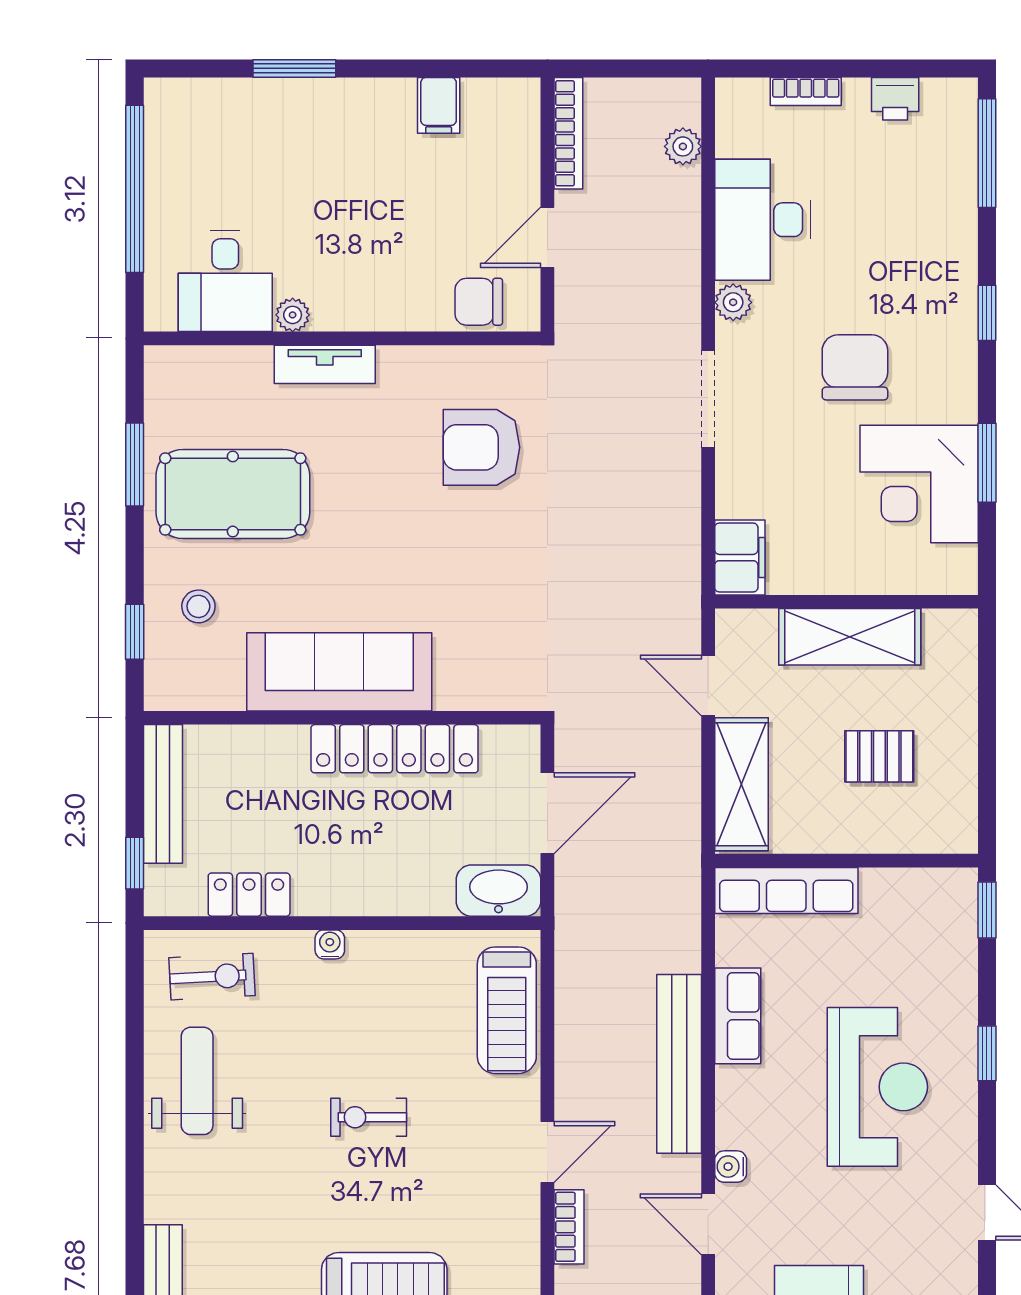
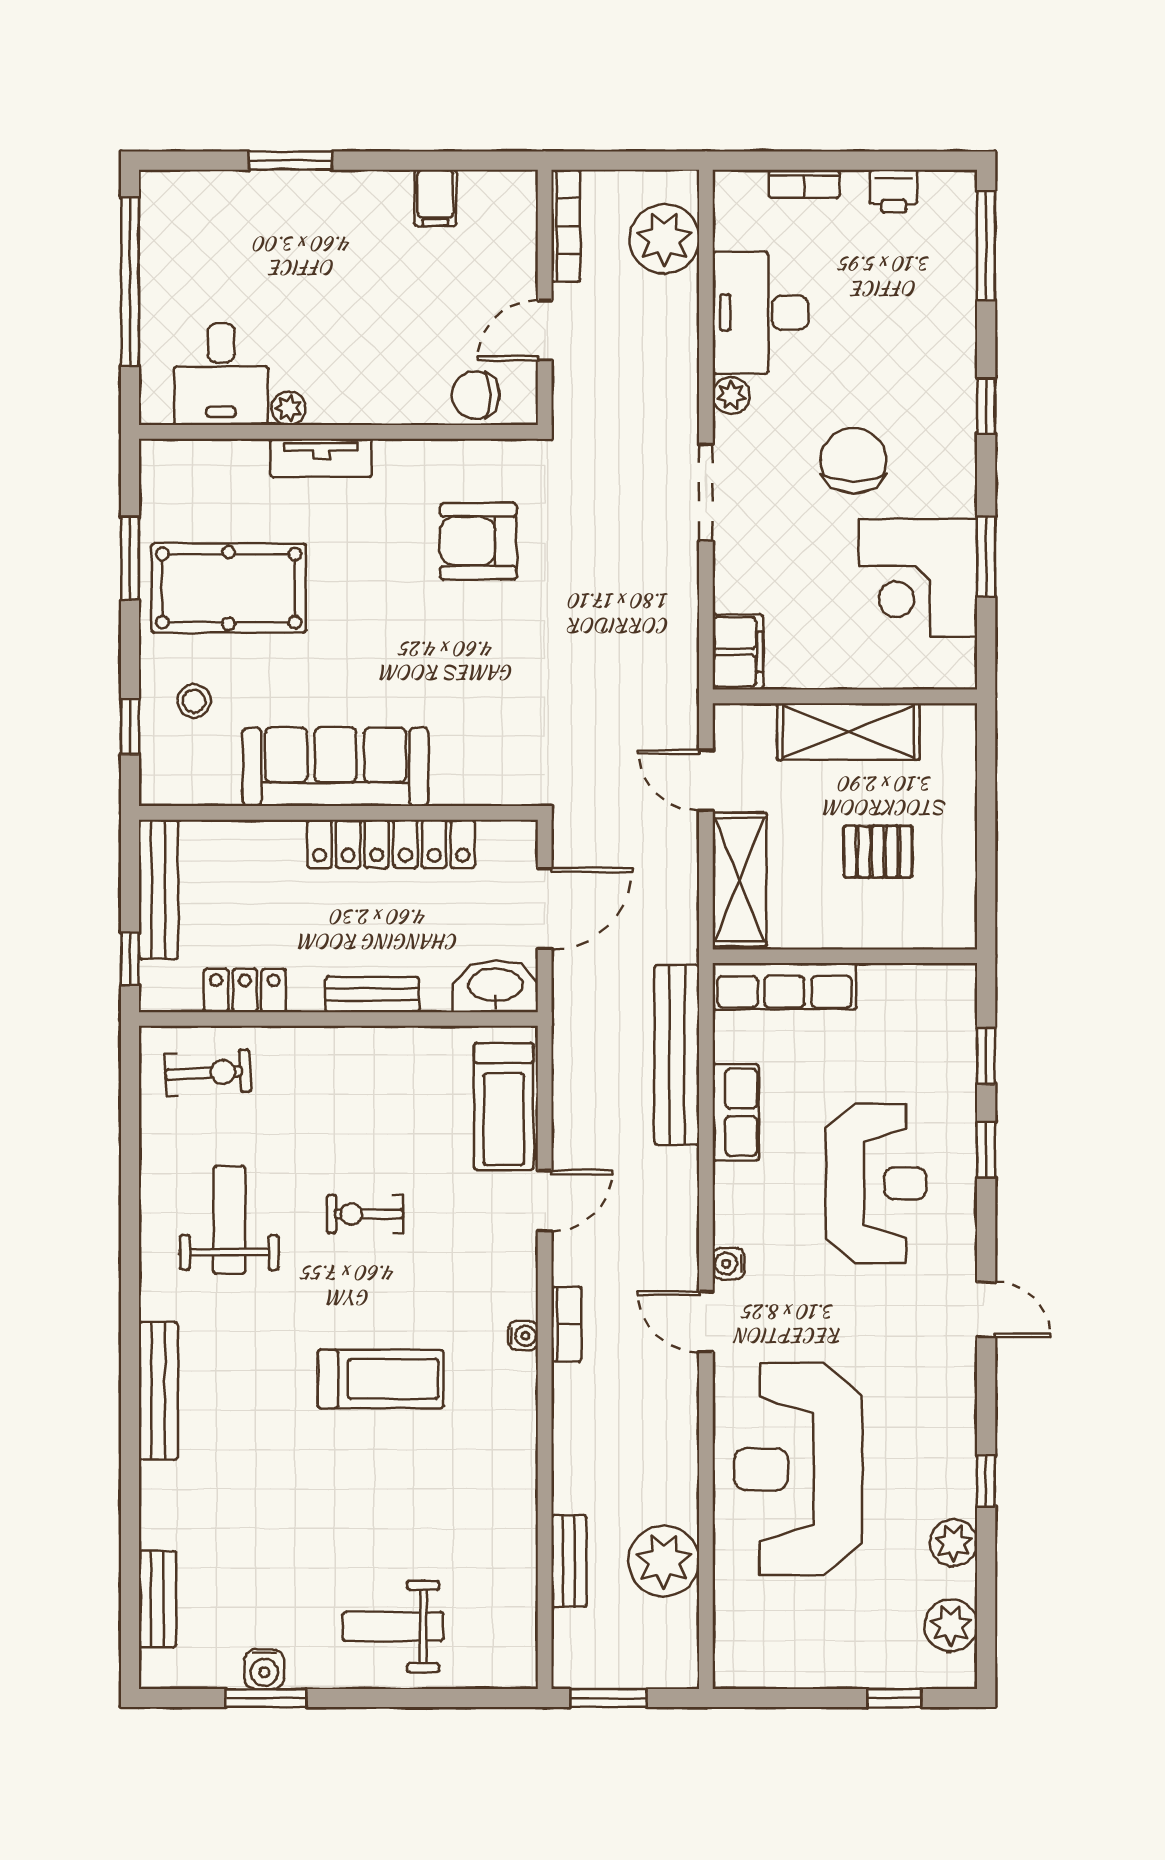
plant: (683, 146) -> (664, 239), width x1.88, depth x1.88
bench: (376, 899) -> (372, 994), added
window: (987, 910) -> (986, 1056), moved
water cooler: (330, 944) -> (523, 1336), moved, turned 90
bench: (679, 1064) -> (677, 1055), moved
weight bench: (197, 1081) -> (229, 1220), moved
door: (547, 1152) -> (545, 1201), moved

